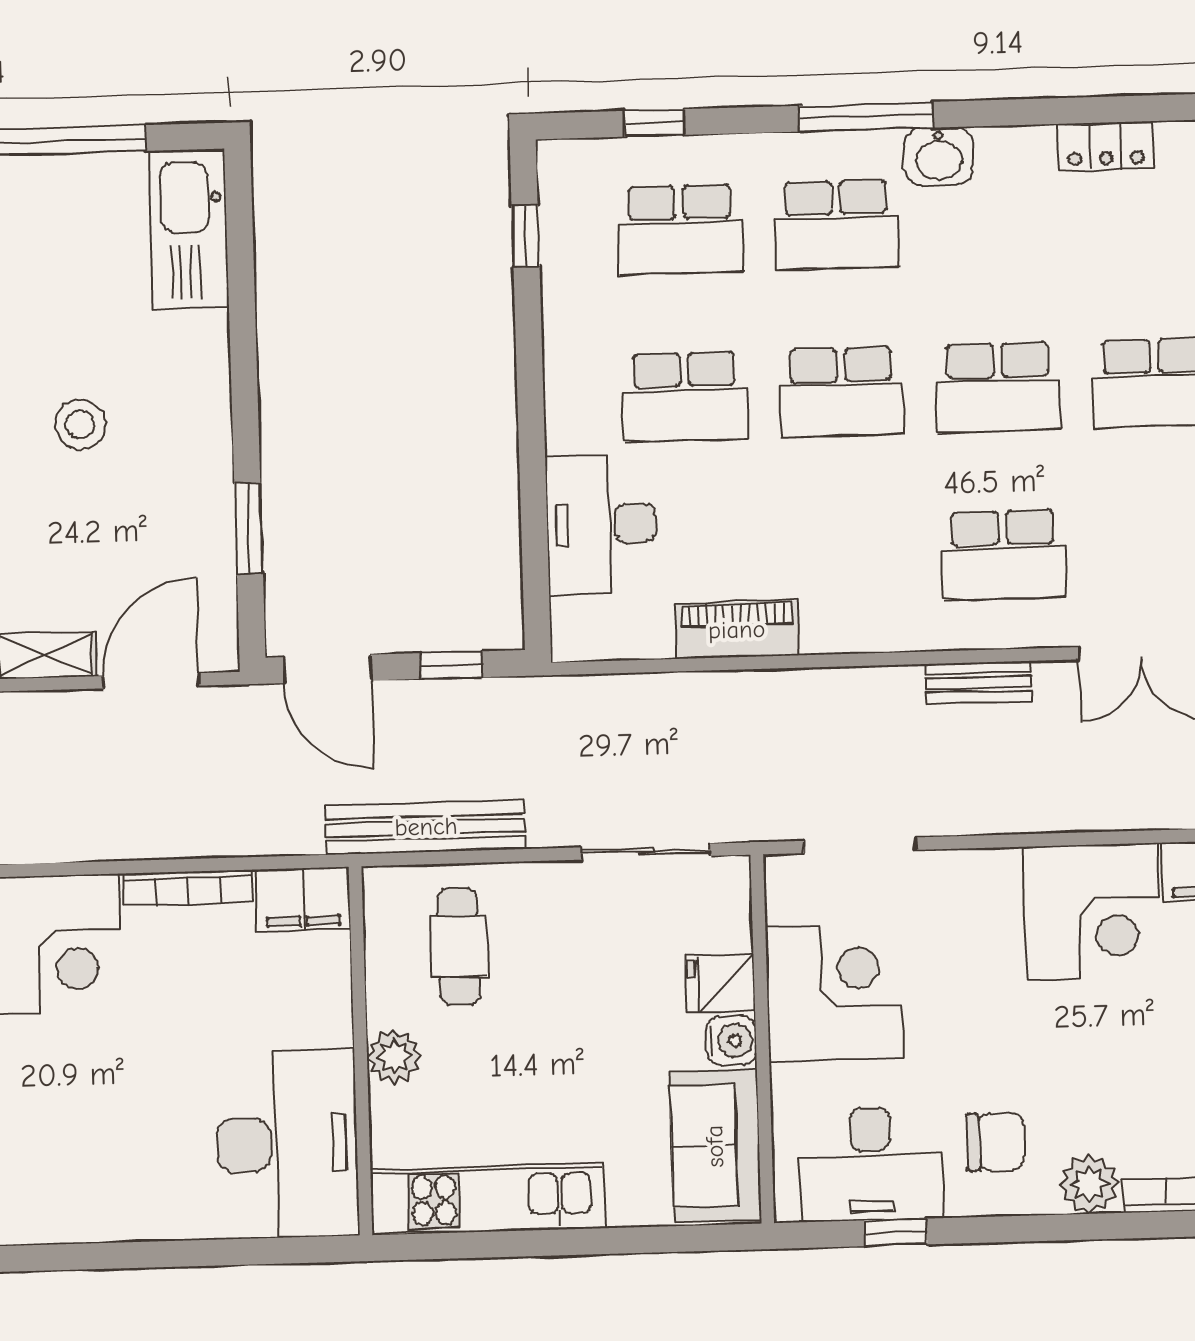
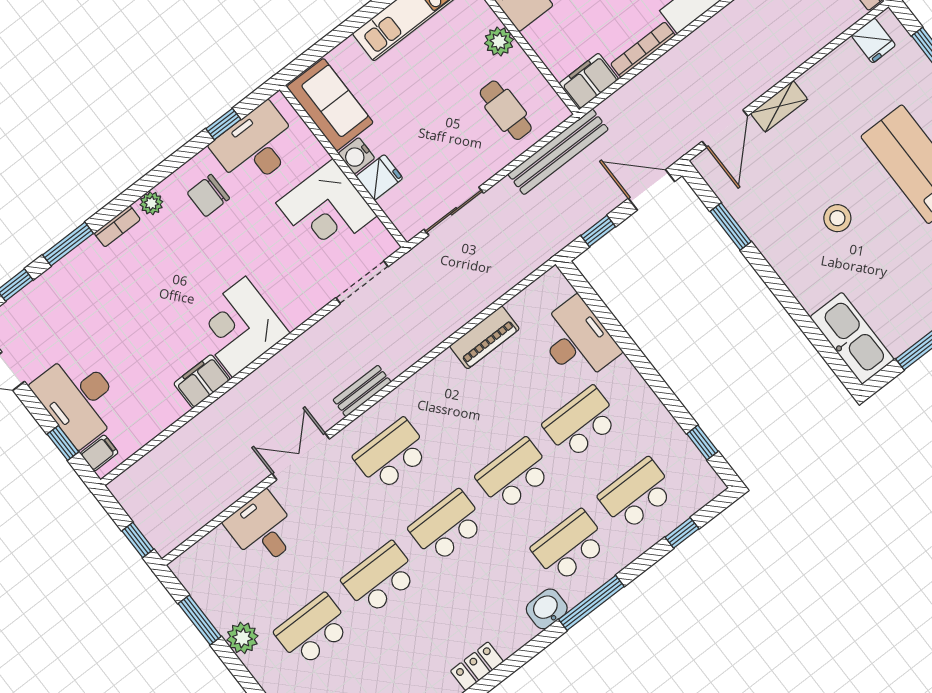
plant: (1089, 1184) -> (151, 203), width x0.73, depth x0.73

